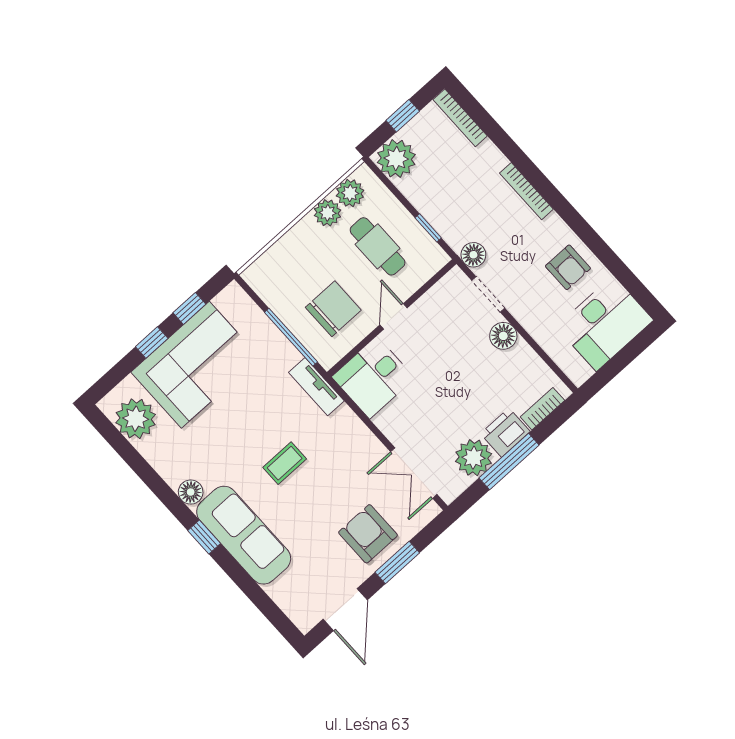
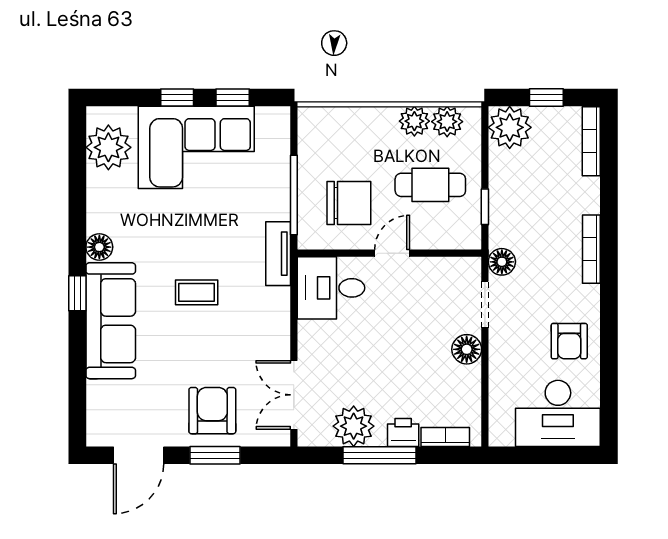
cafe table: (378, 246) -> (430, 185), turned 90
printer: (505, 433) -> (403, 432), width x0.73, depth x0.81

